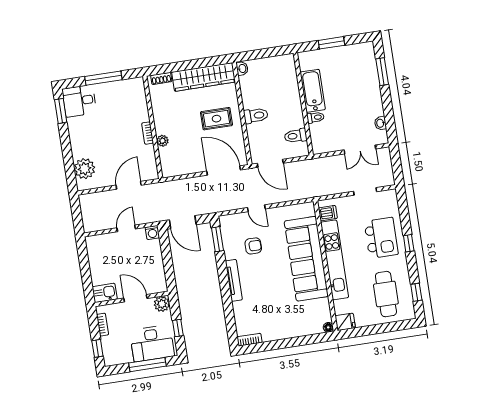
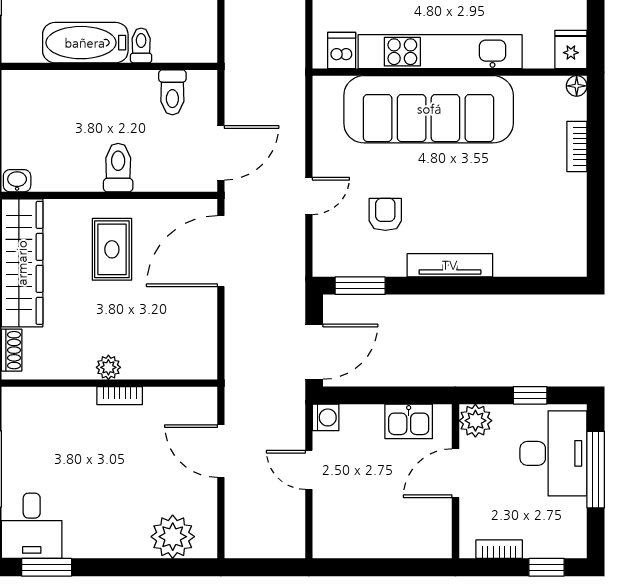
plant: (163, 141) -> (108, 367), moved
kitchen sink: (105, 293) -> (409, 421), moved, turned -90
bookcase: (250, 340) -> (577, 146), moved

